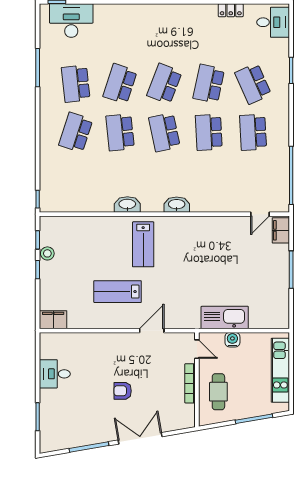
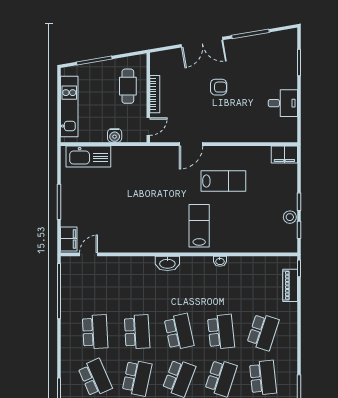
piano: (47, 181) -> (290, 285), added
washbasin: (127, 204) -> (220, 261), width x0.52, depth x0.69
kitchen sink: (225, 317) -> (88, 156), moved
door: (197, 349) -> (148, 127), swing flipped

